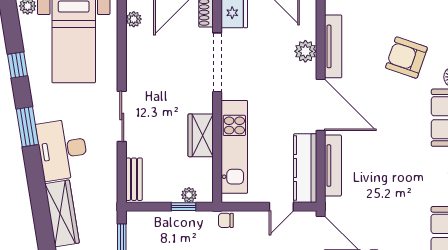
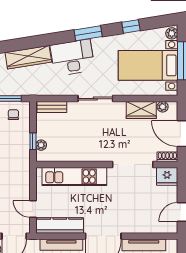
plant: (305, 51) -> (140, 226), removed
wardrobe: (201, 135) -> (141, 110), moved, turned 180
chair: (226, 220) -> (13, 115), moved

